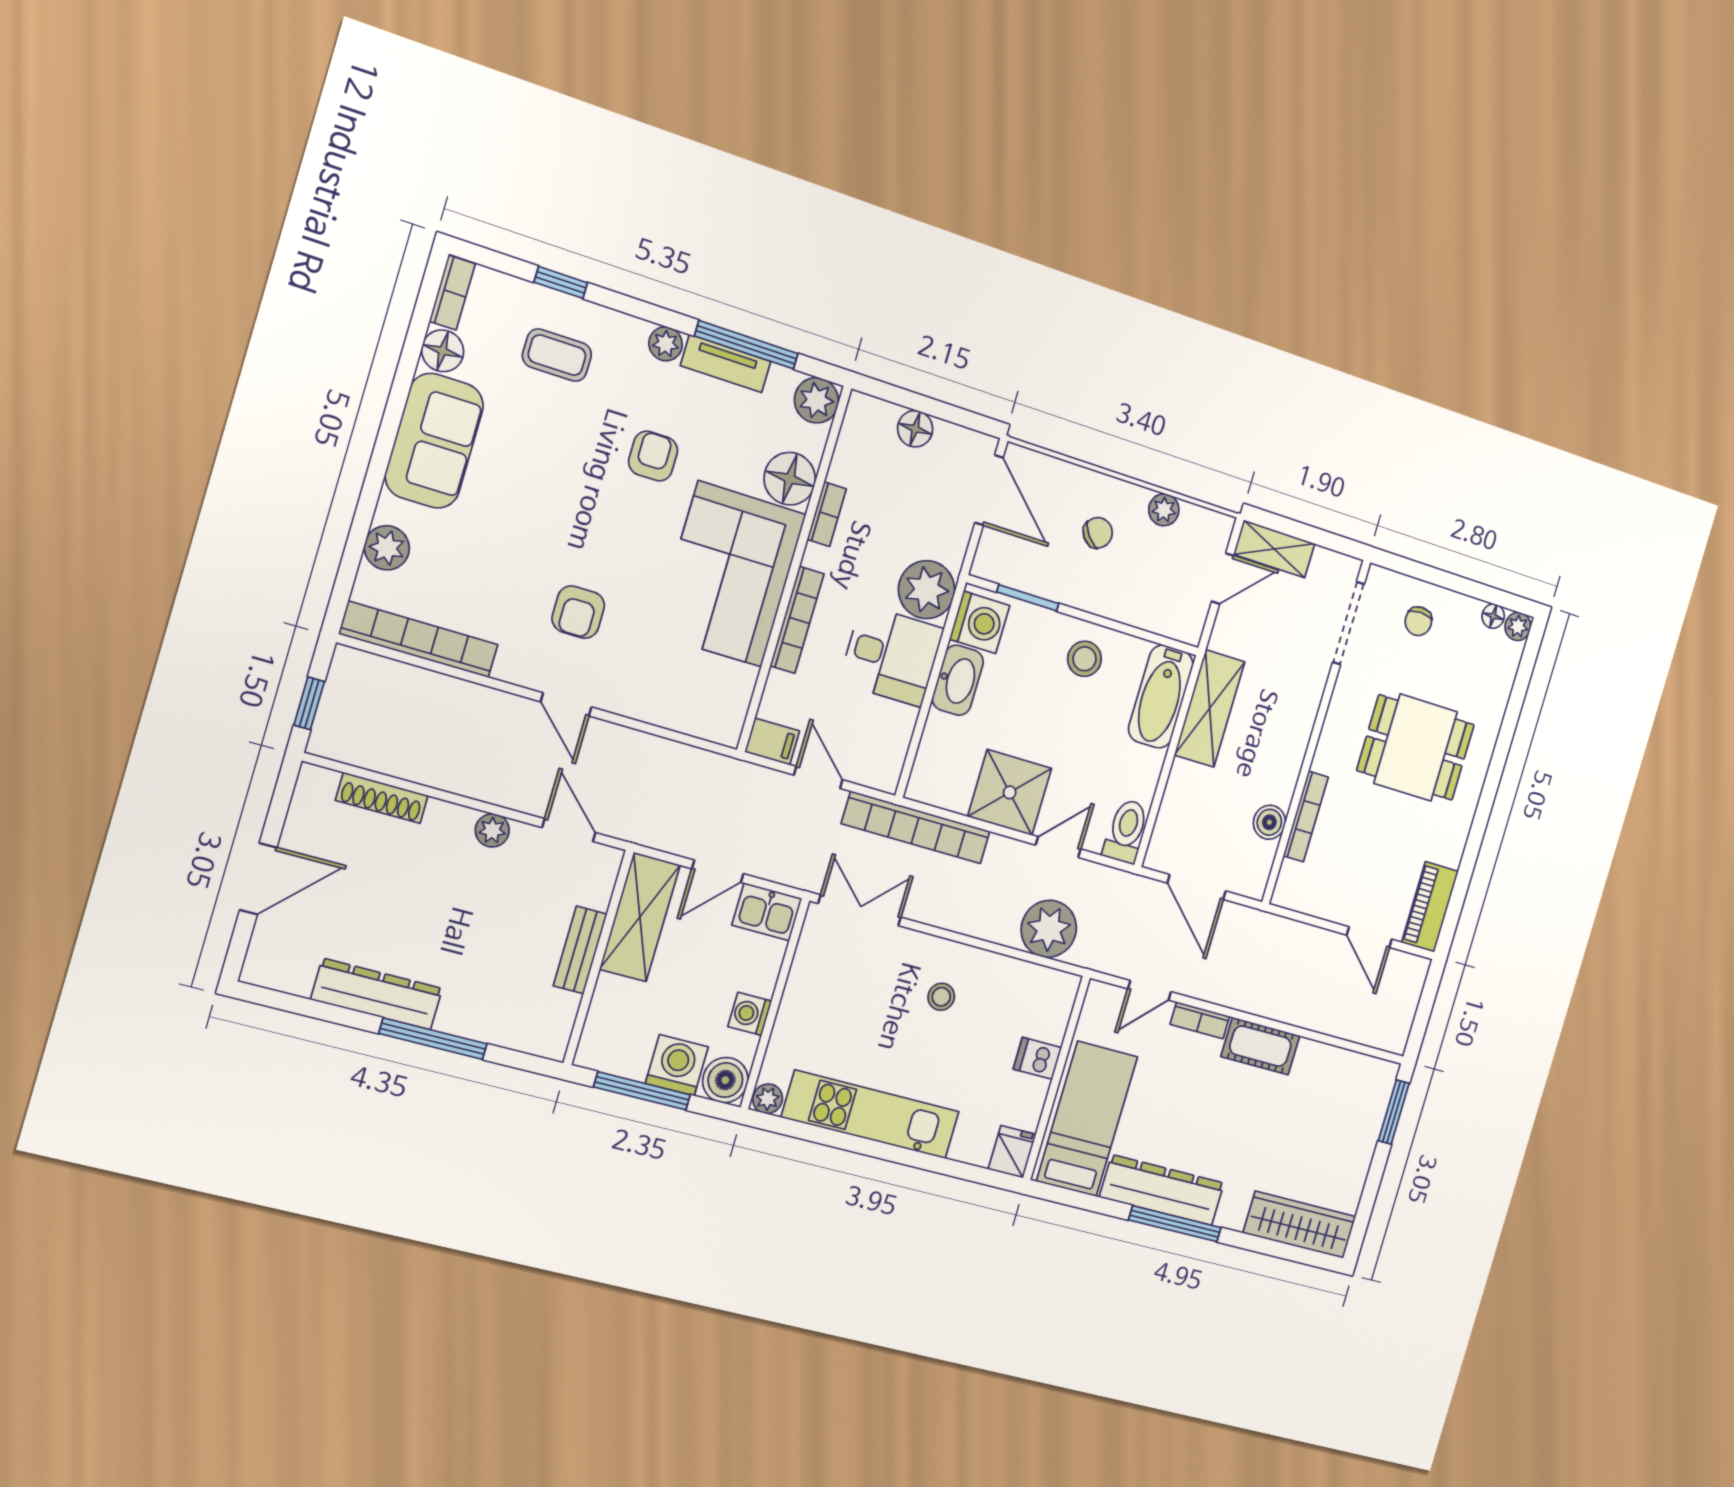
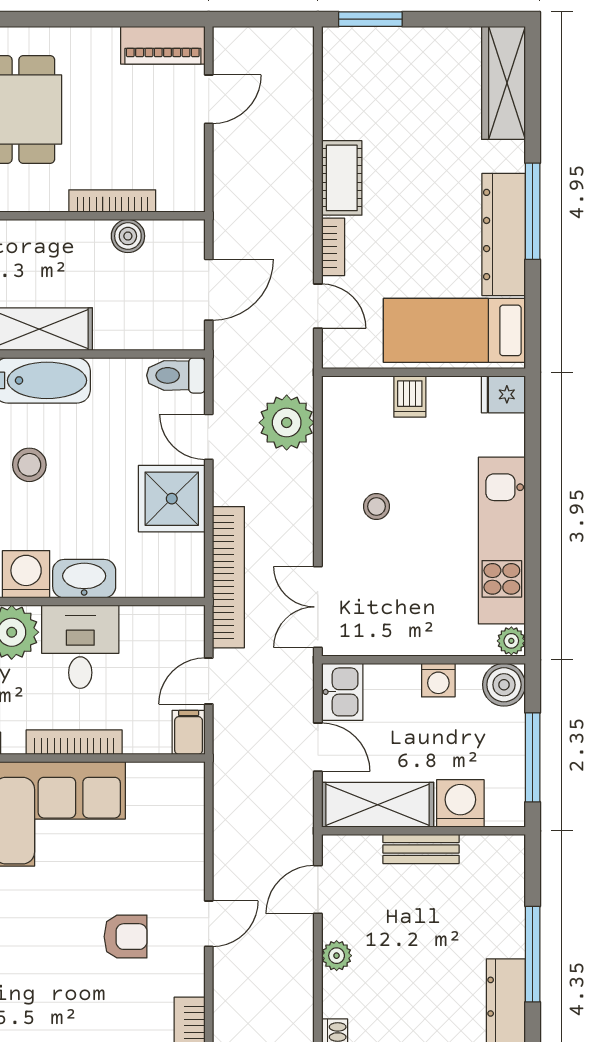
washing machine: (677, 1065) -> (460, 803), moved, turned 90

